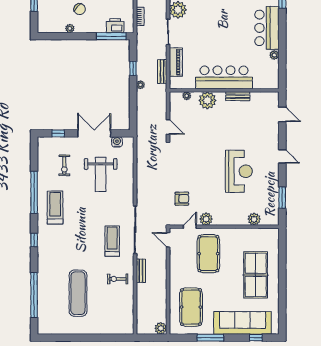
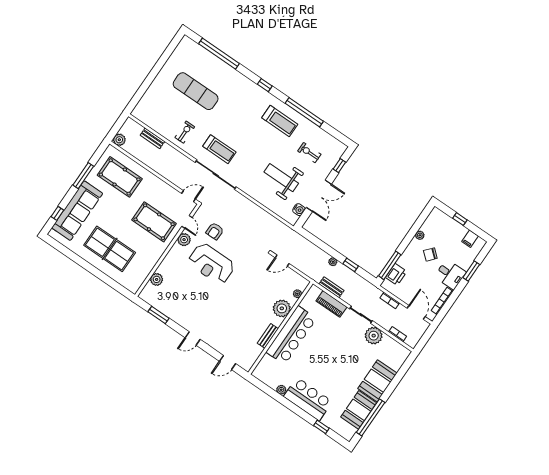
reception desk: (239, 171) -> (211, 264), moved
bench: (141, 271) -> (152, 138), moved

